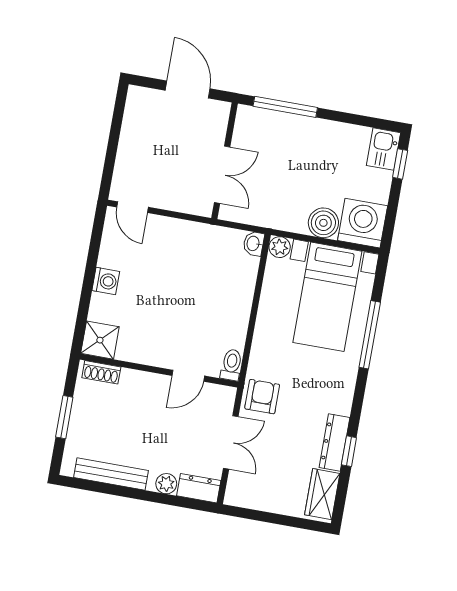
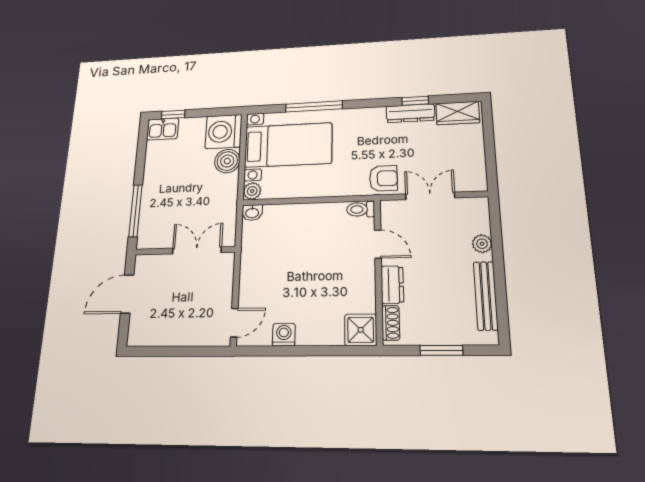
washing machine: (106, 281) -> (284, 335), moved
armchair: (262, 397) -> (383, 178), turned 180
dresser: (199, 488) -> (392, 285), moved, turned 180

